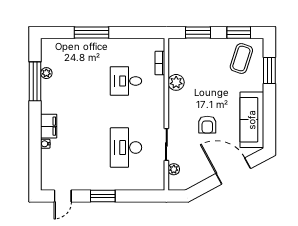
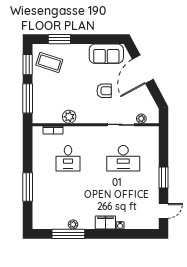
window: (198, 32) -> (28, 98), width x1.44
plant: (46, 73) -> (73, 224), moved
sofa: (252, 120) -> (106, 54), width x0.73
door: (63, 196) -> (164, 211), hinge flipped

